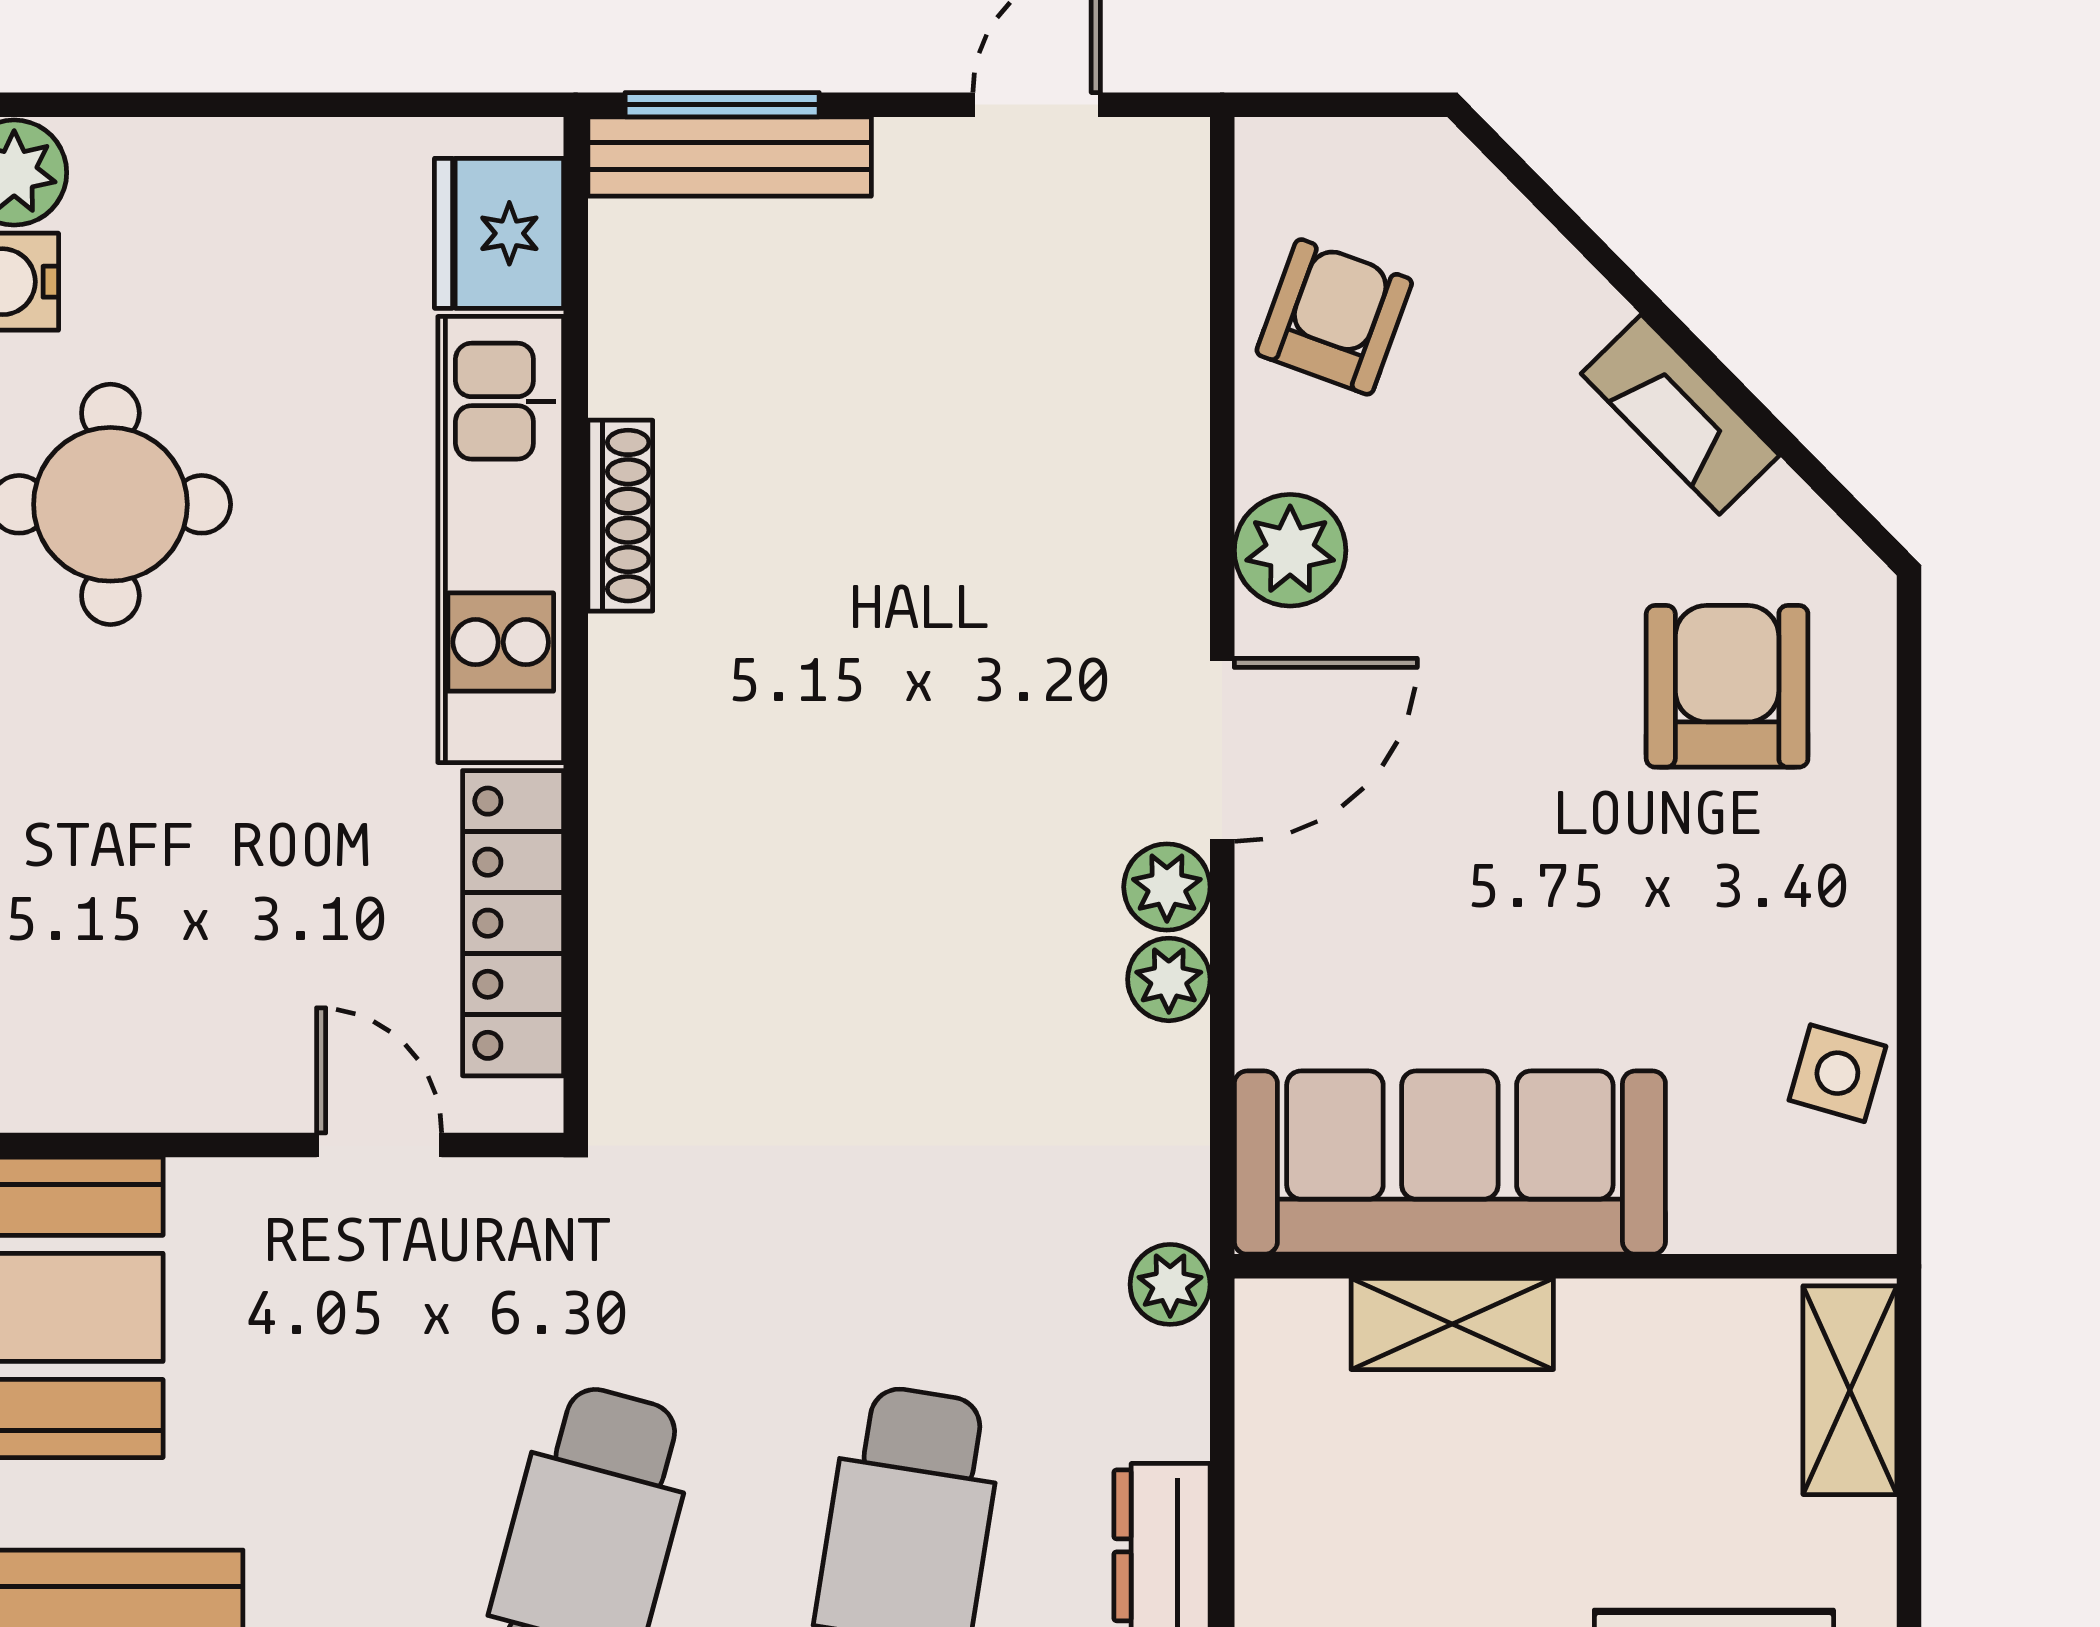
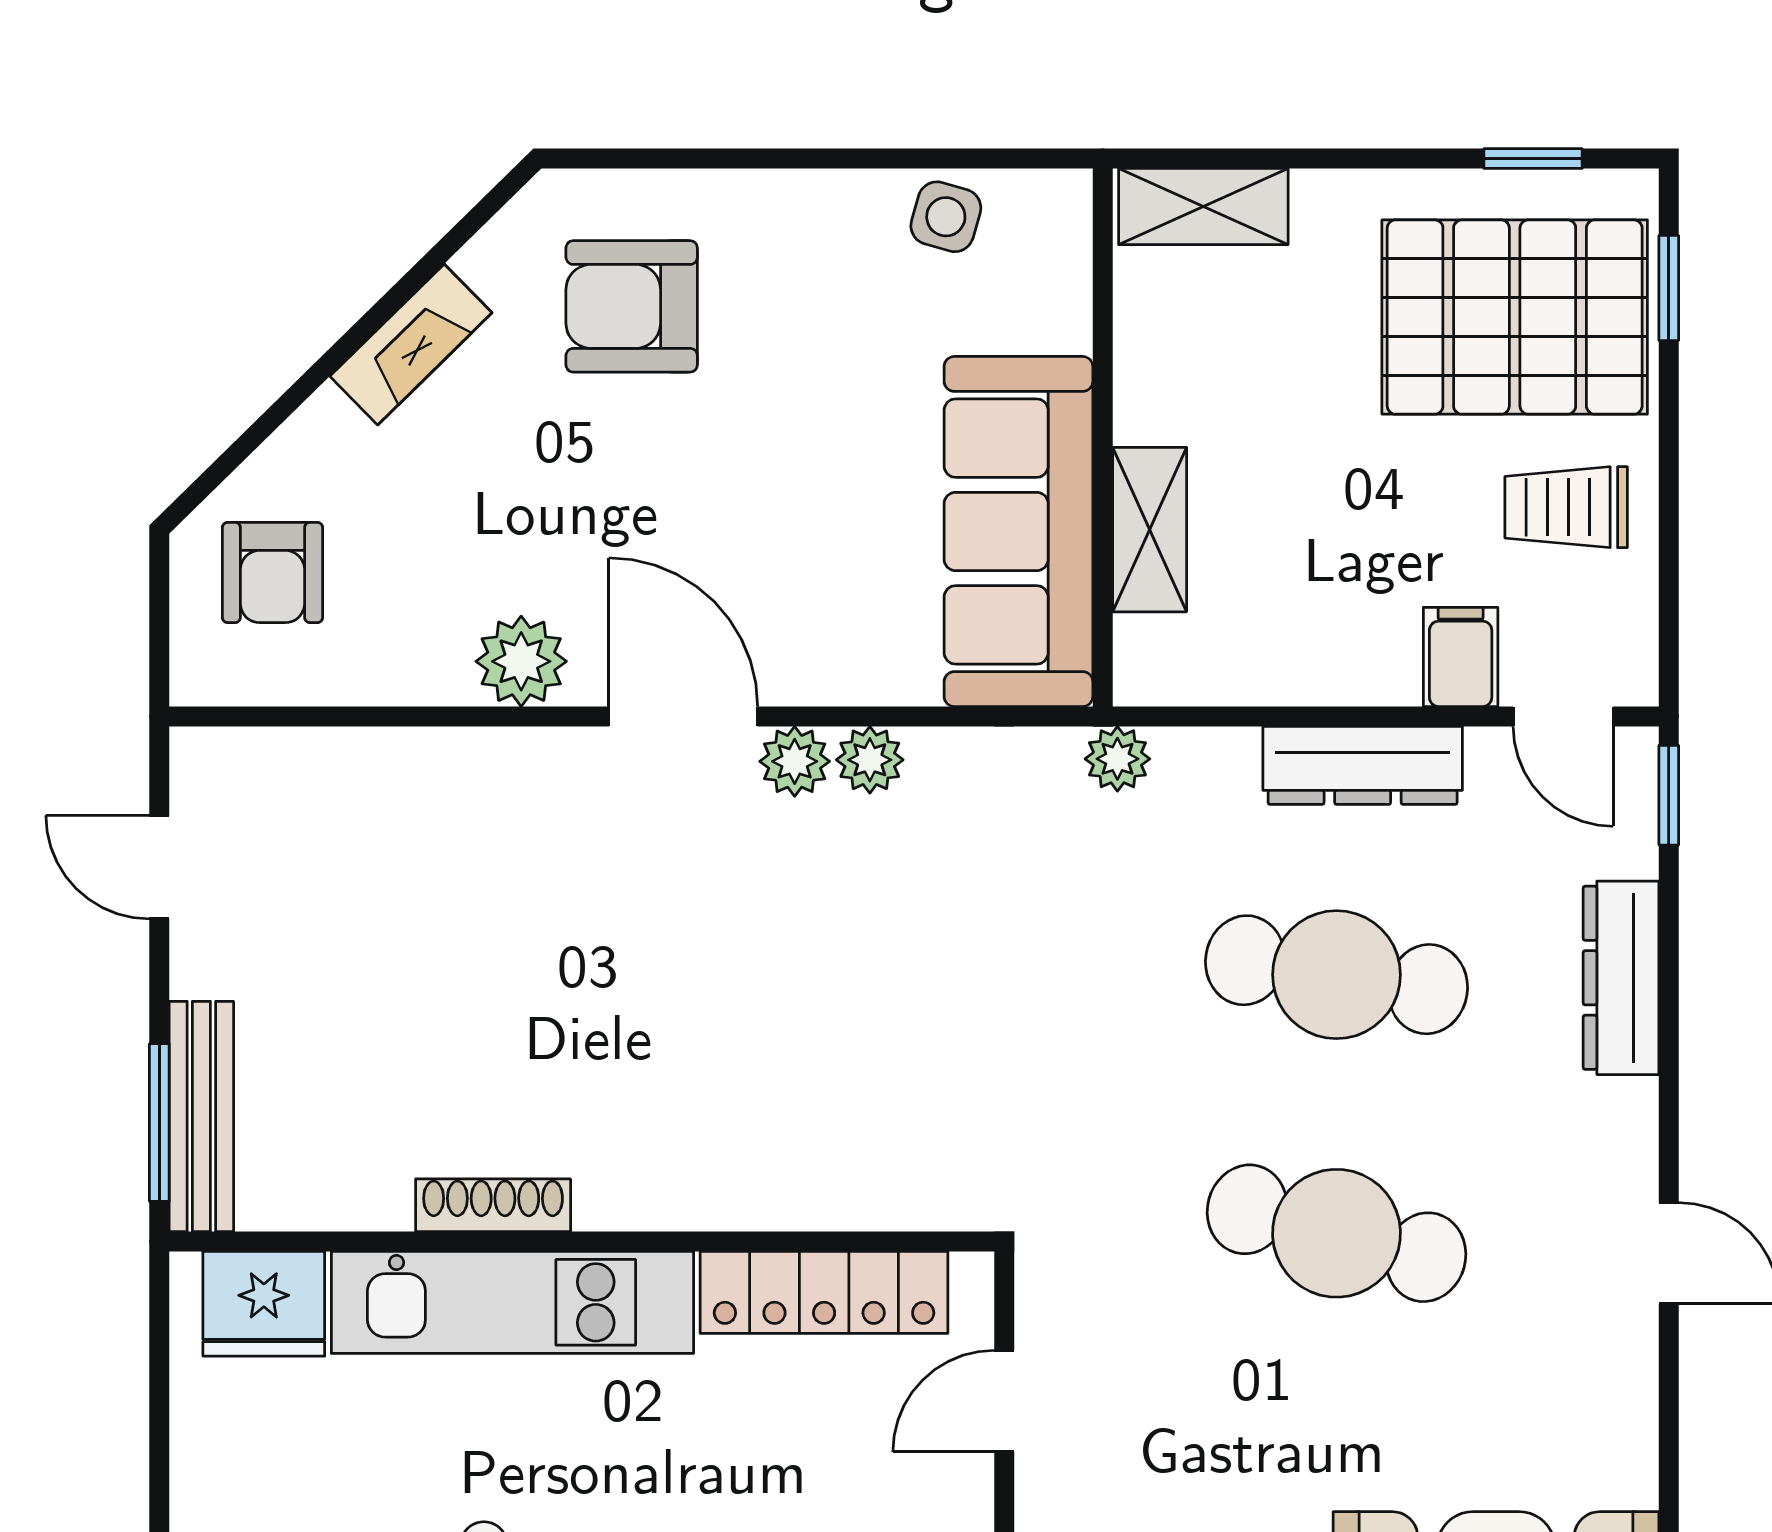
armchair: (1334, 317) -> (272, 572), moved, turned -110

